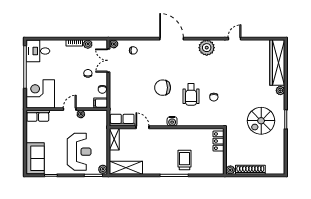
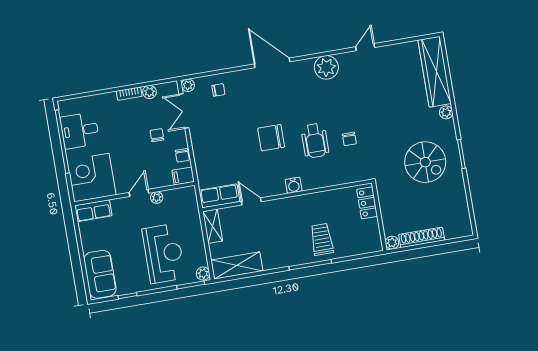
desk: (38, 51) -> (80, 130), moved
spiral stairs: (261, 121) -> (425, 162), turned -90

